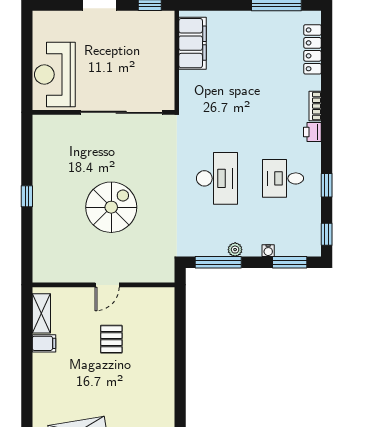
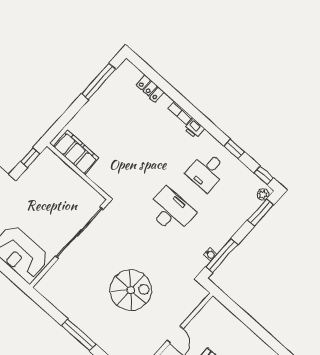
locker: (312, 49) -> (150, 89), width x0.66
window: (27, 196) -> (79, 335), width x2.17
spiral stairs: (111, 207) -> (131, 290), turned 90
plant: (235, 250) -> (263, 194), moved
water cooler: (268, 251) -> (210, 254), moved

